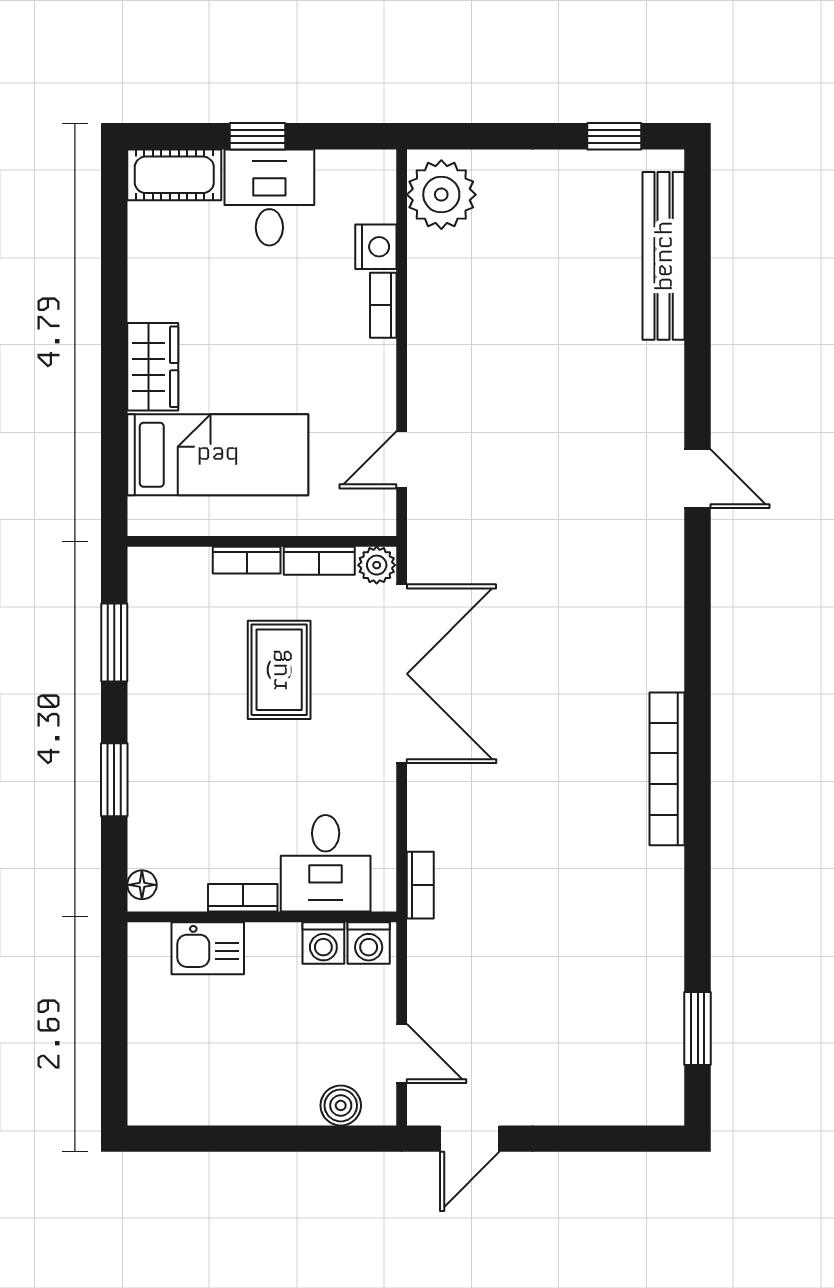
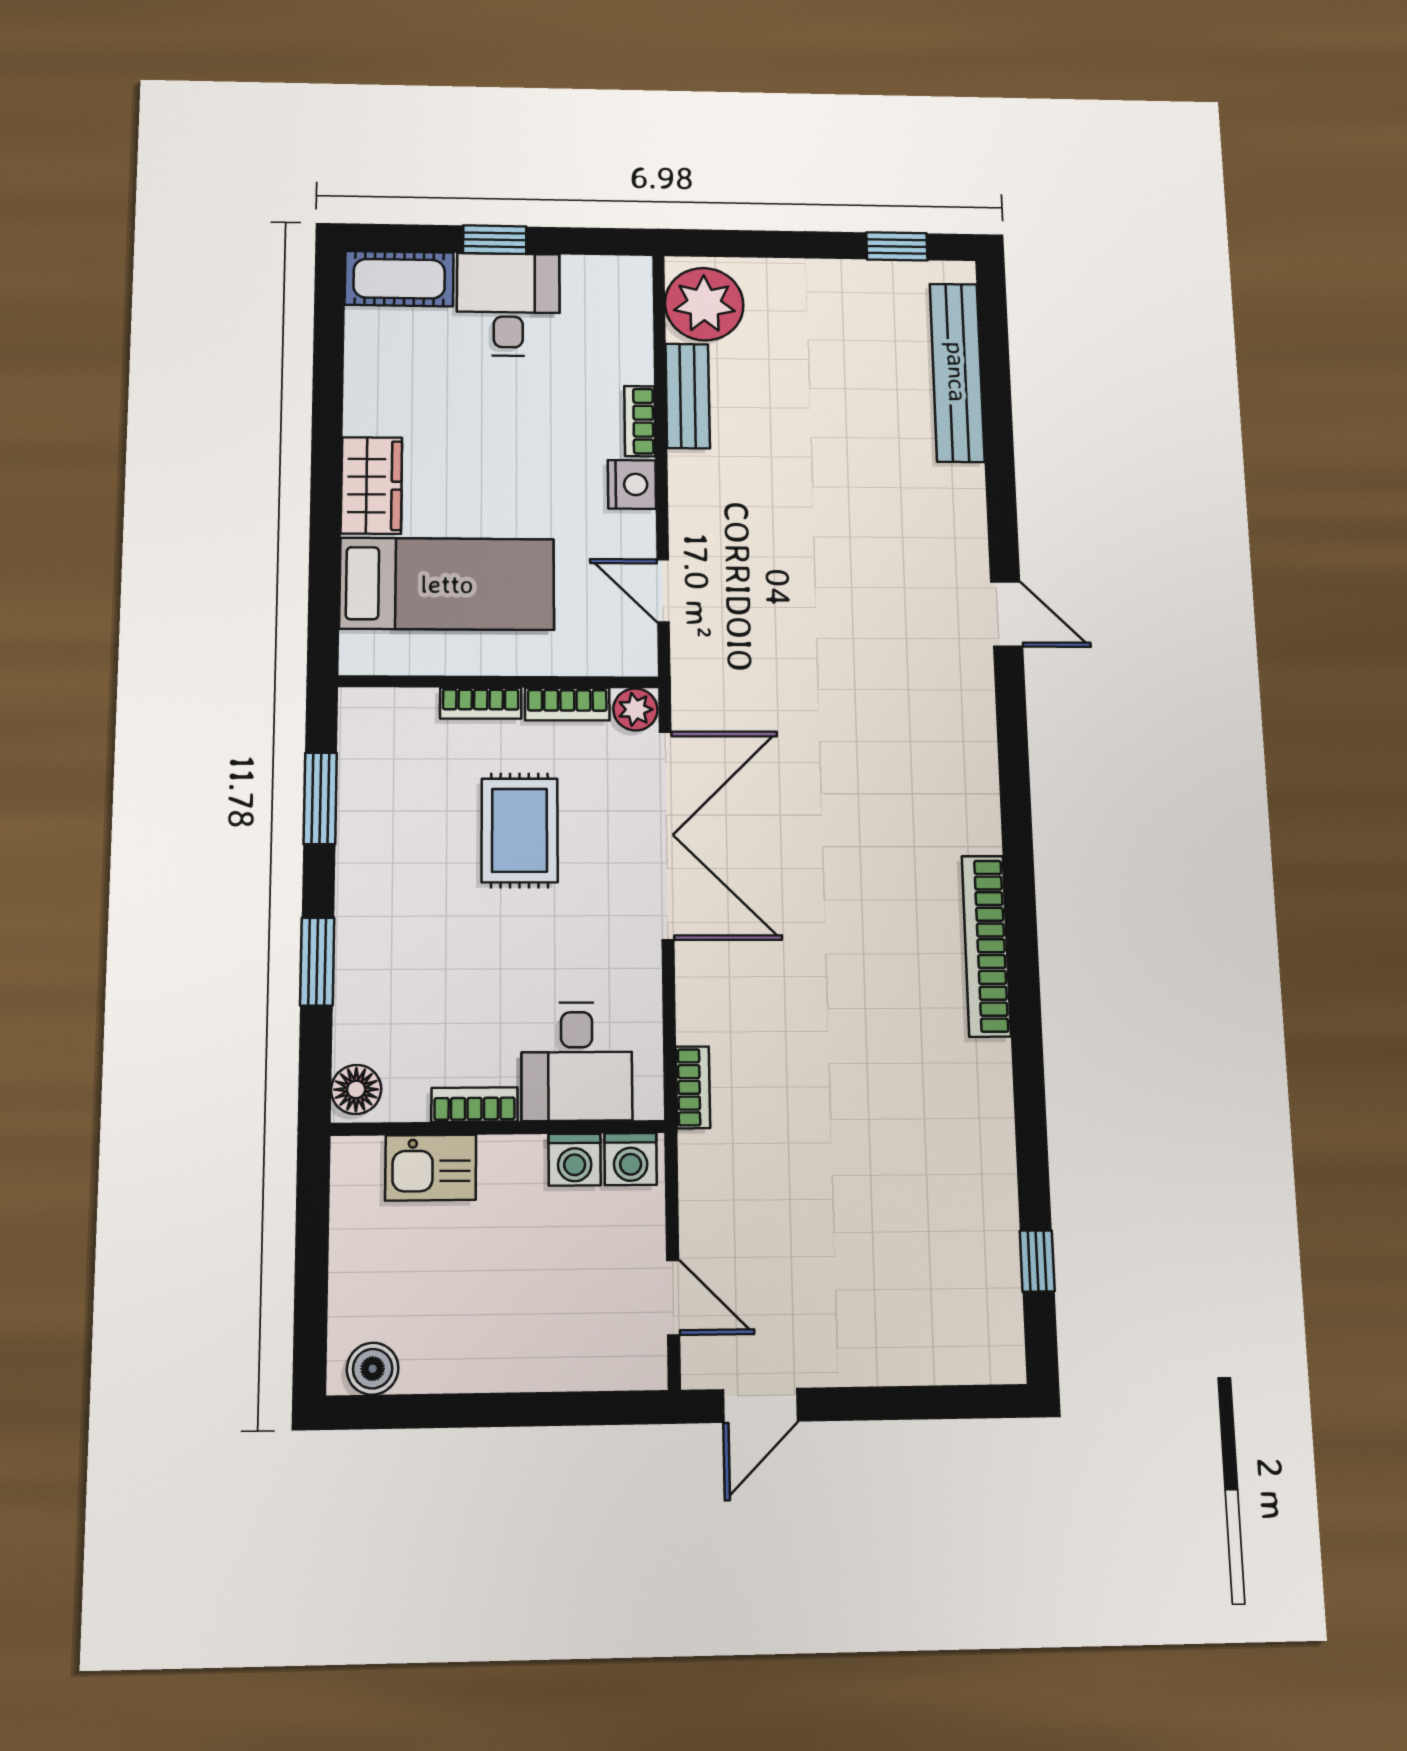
nightstand: (376, 247) -> (632, 484), moved
bench: (425, 281) -> (688, 396), added
door: (402, 460) -> (663, 591), hinge flipped
floor lamp: (142, 885) -> (356, 1089), width x1.37, depth x1.37
window: (698, 1028) -> (1037, 1261), width x0.67
boiler: (341, 1105) -> (373, 1369), moved

